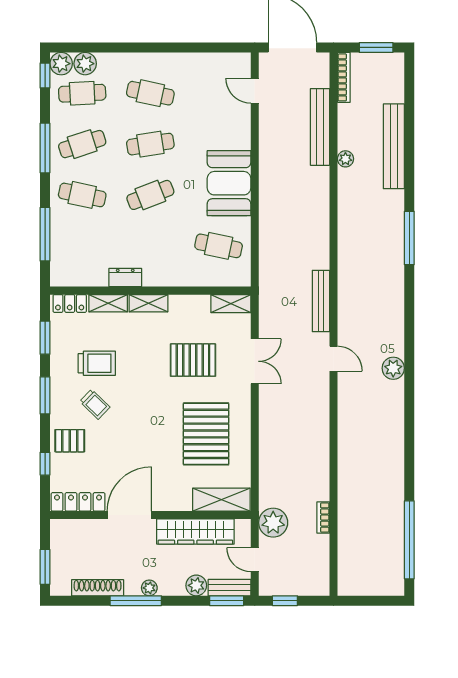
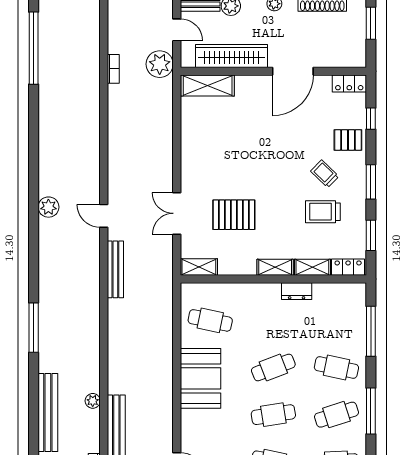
pallet: (206, 434) -> (222, 146), removed
locker: (78, 502) -> (349, 83), width x0.66

